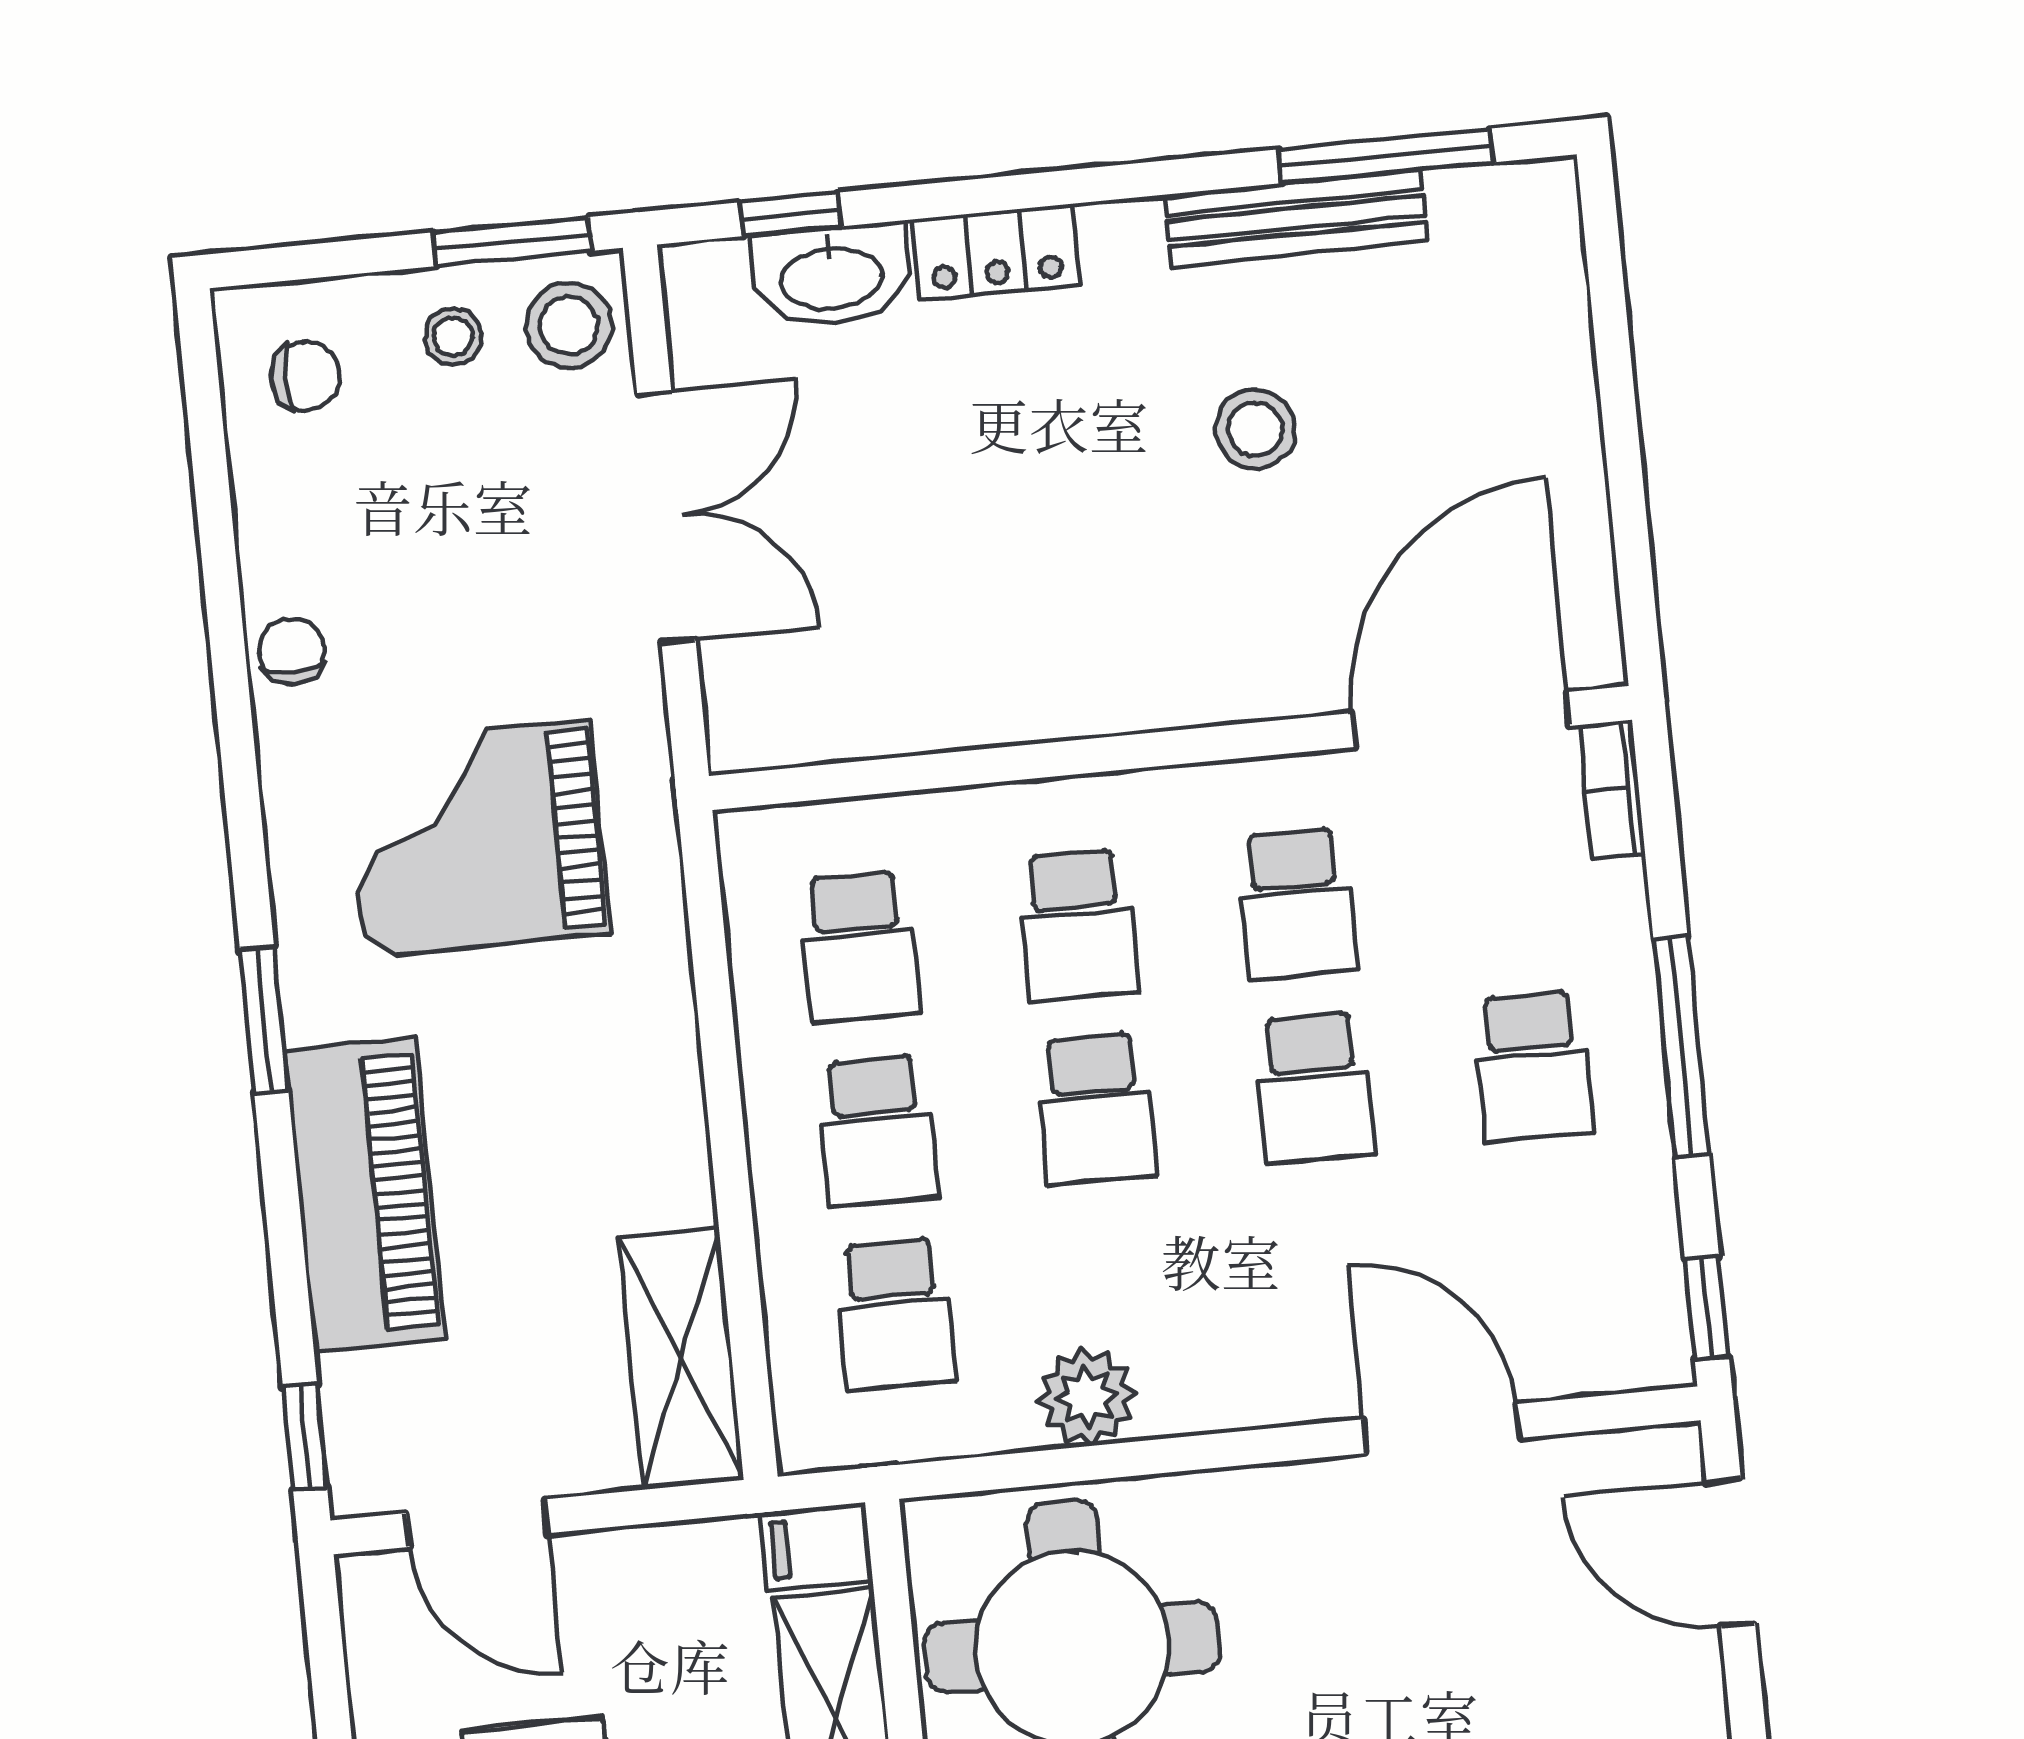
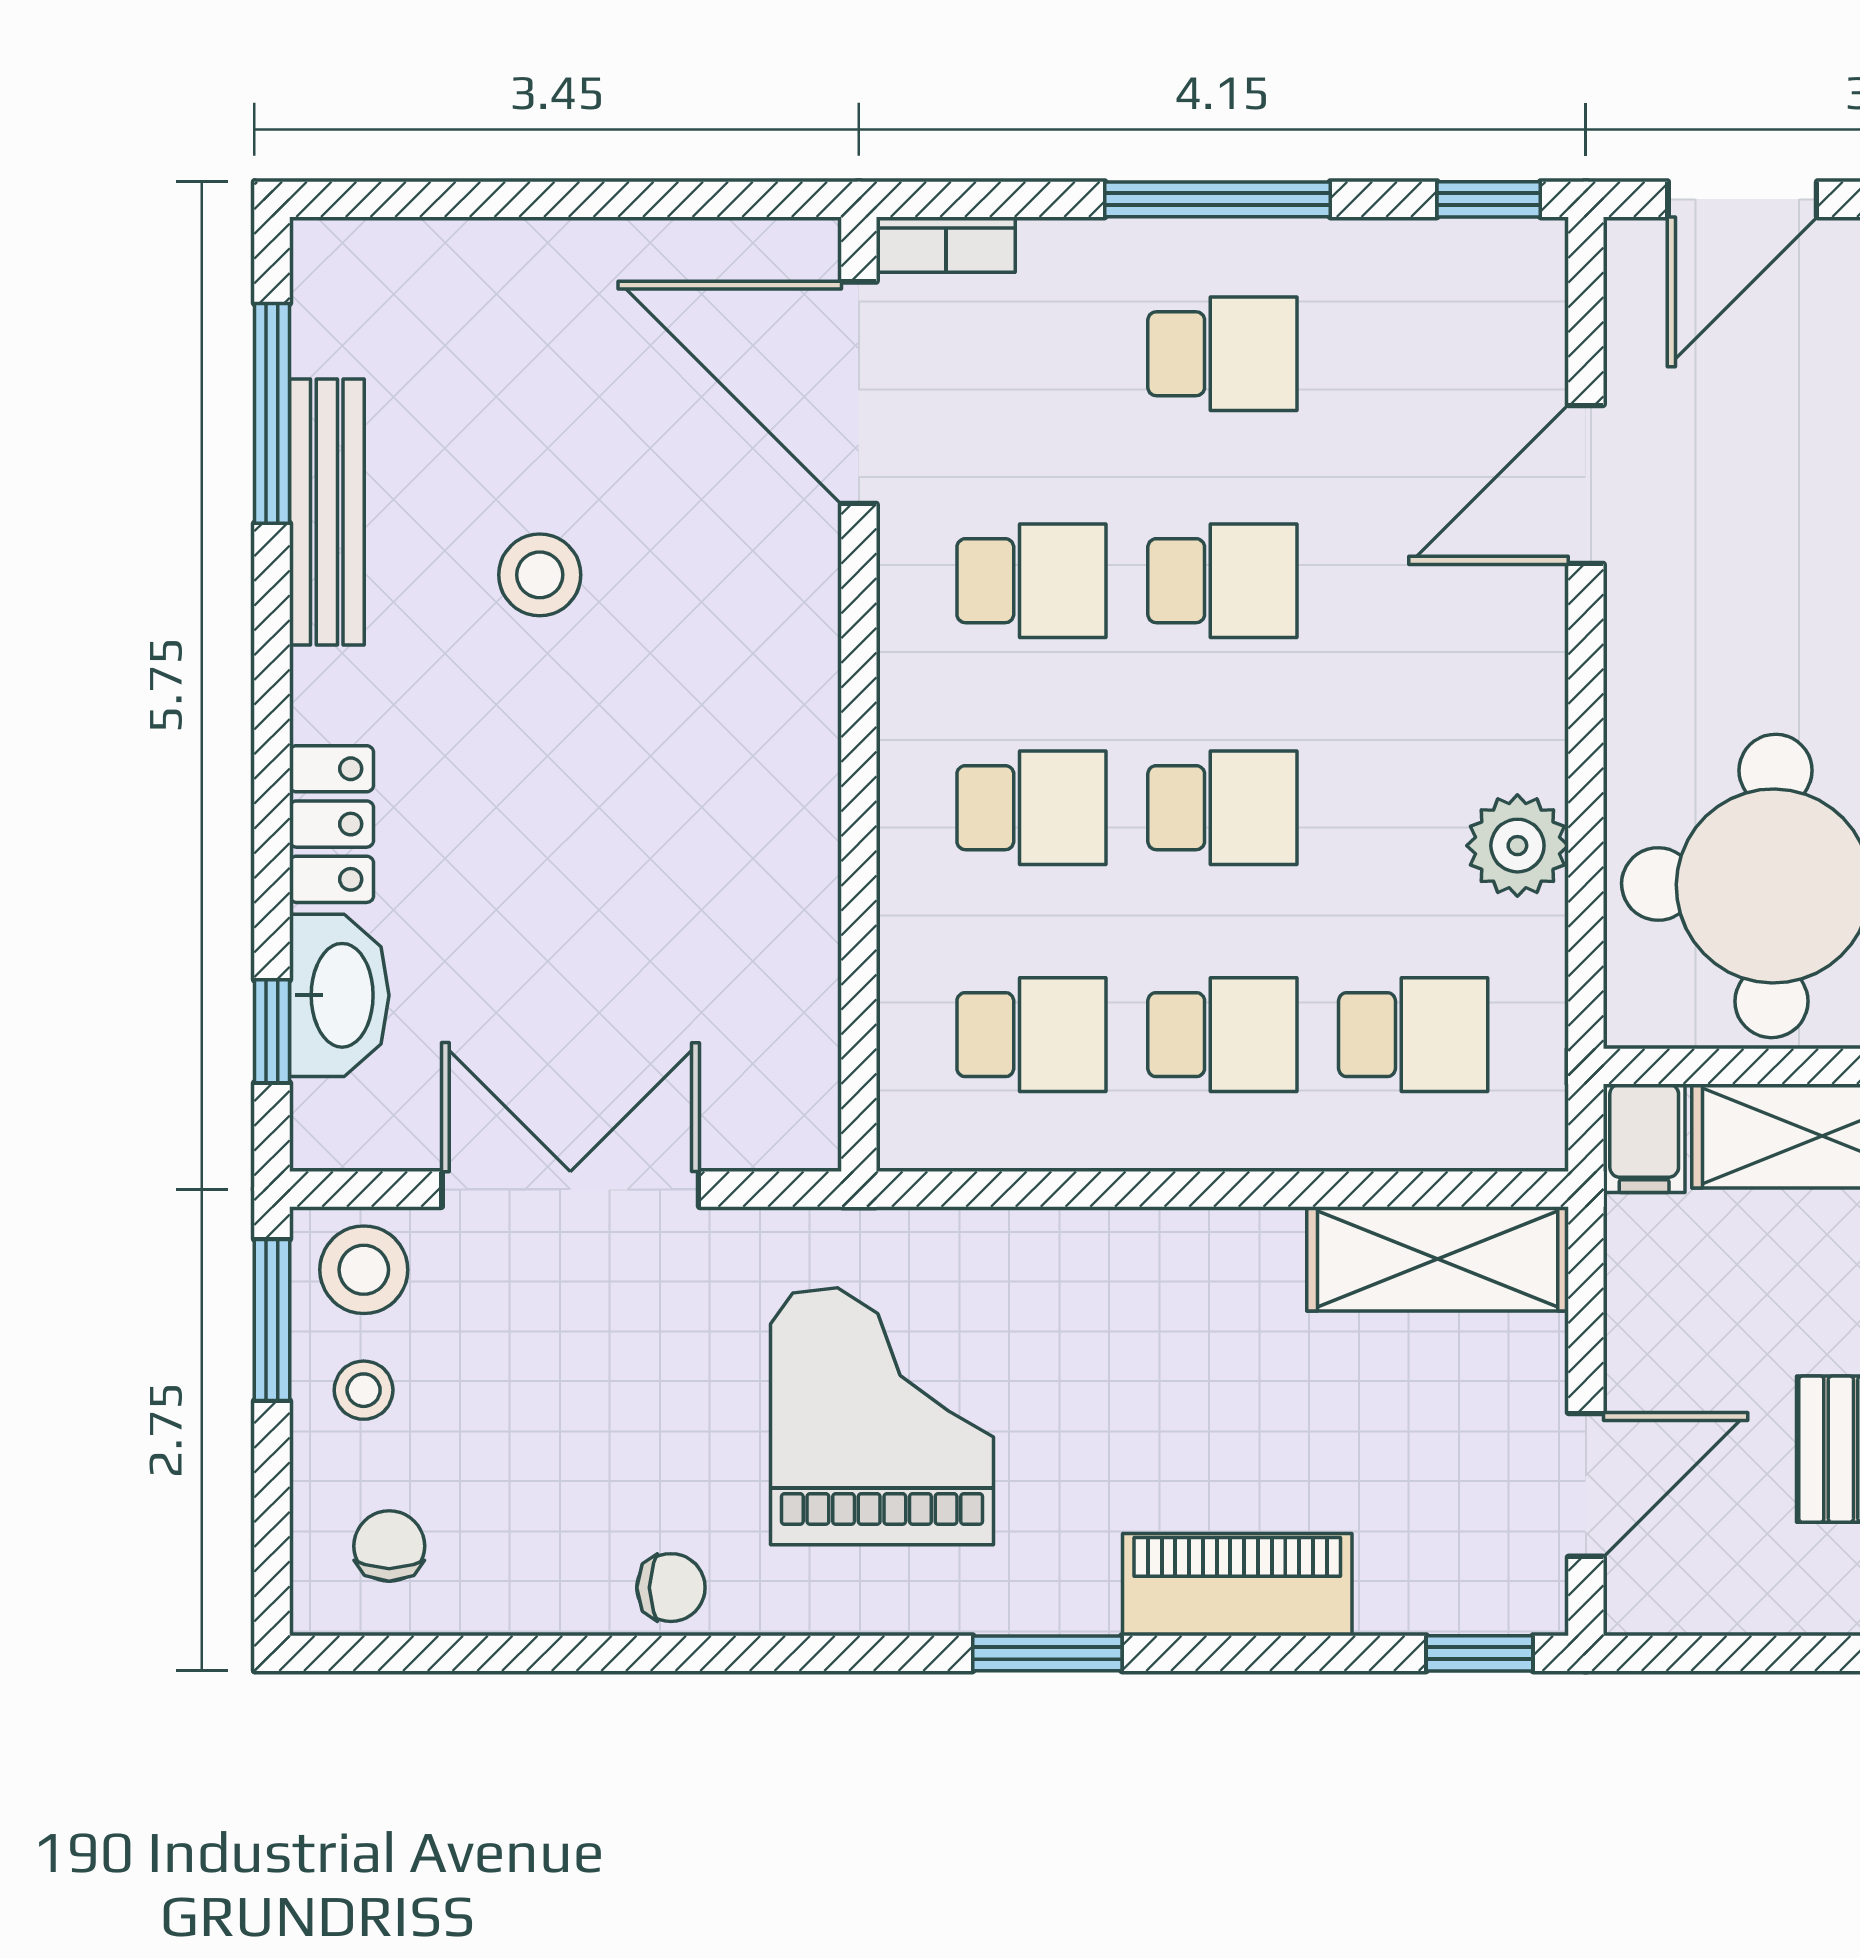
chair: (292, 651) -> (671, 1588), turned 180
grand piano: (477, 838) -> (882, 1416), turned 180
piano: (364, 1195) -> (1237, 1585), width x0.73, depth x0.75

